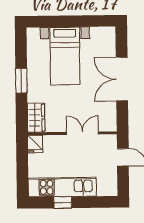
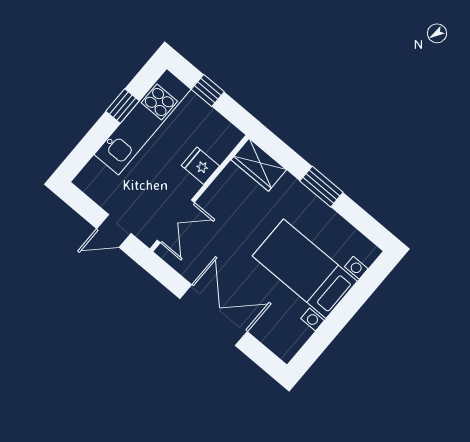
double door: (83, 133) -> (176, 221), moved
fridge: (35, 144) -> (200, 166), moved
window: (22, 170) -> (208, 90), added

